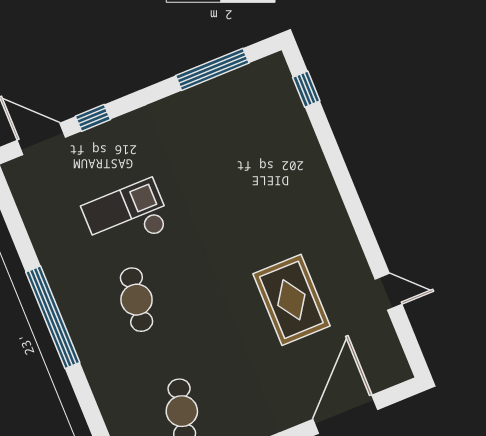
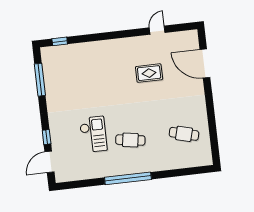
checkout: (127, 217) -> (93, 134), turned 180
rug: (291, 300) -> (149, 73), width x0.73, depth x0.70

